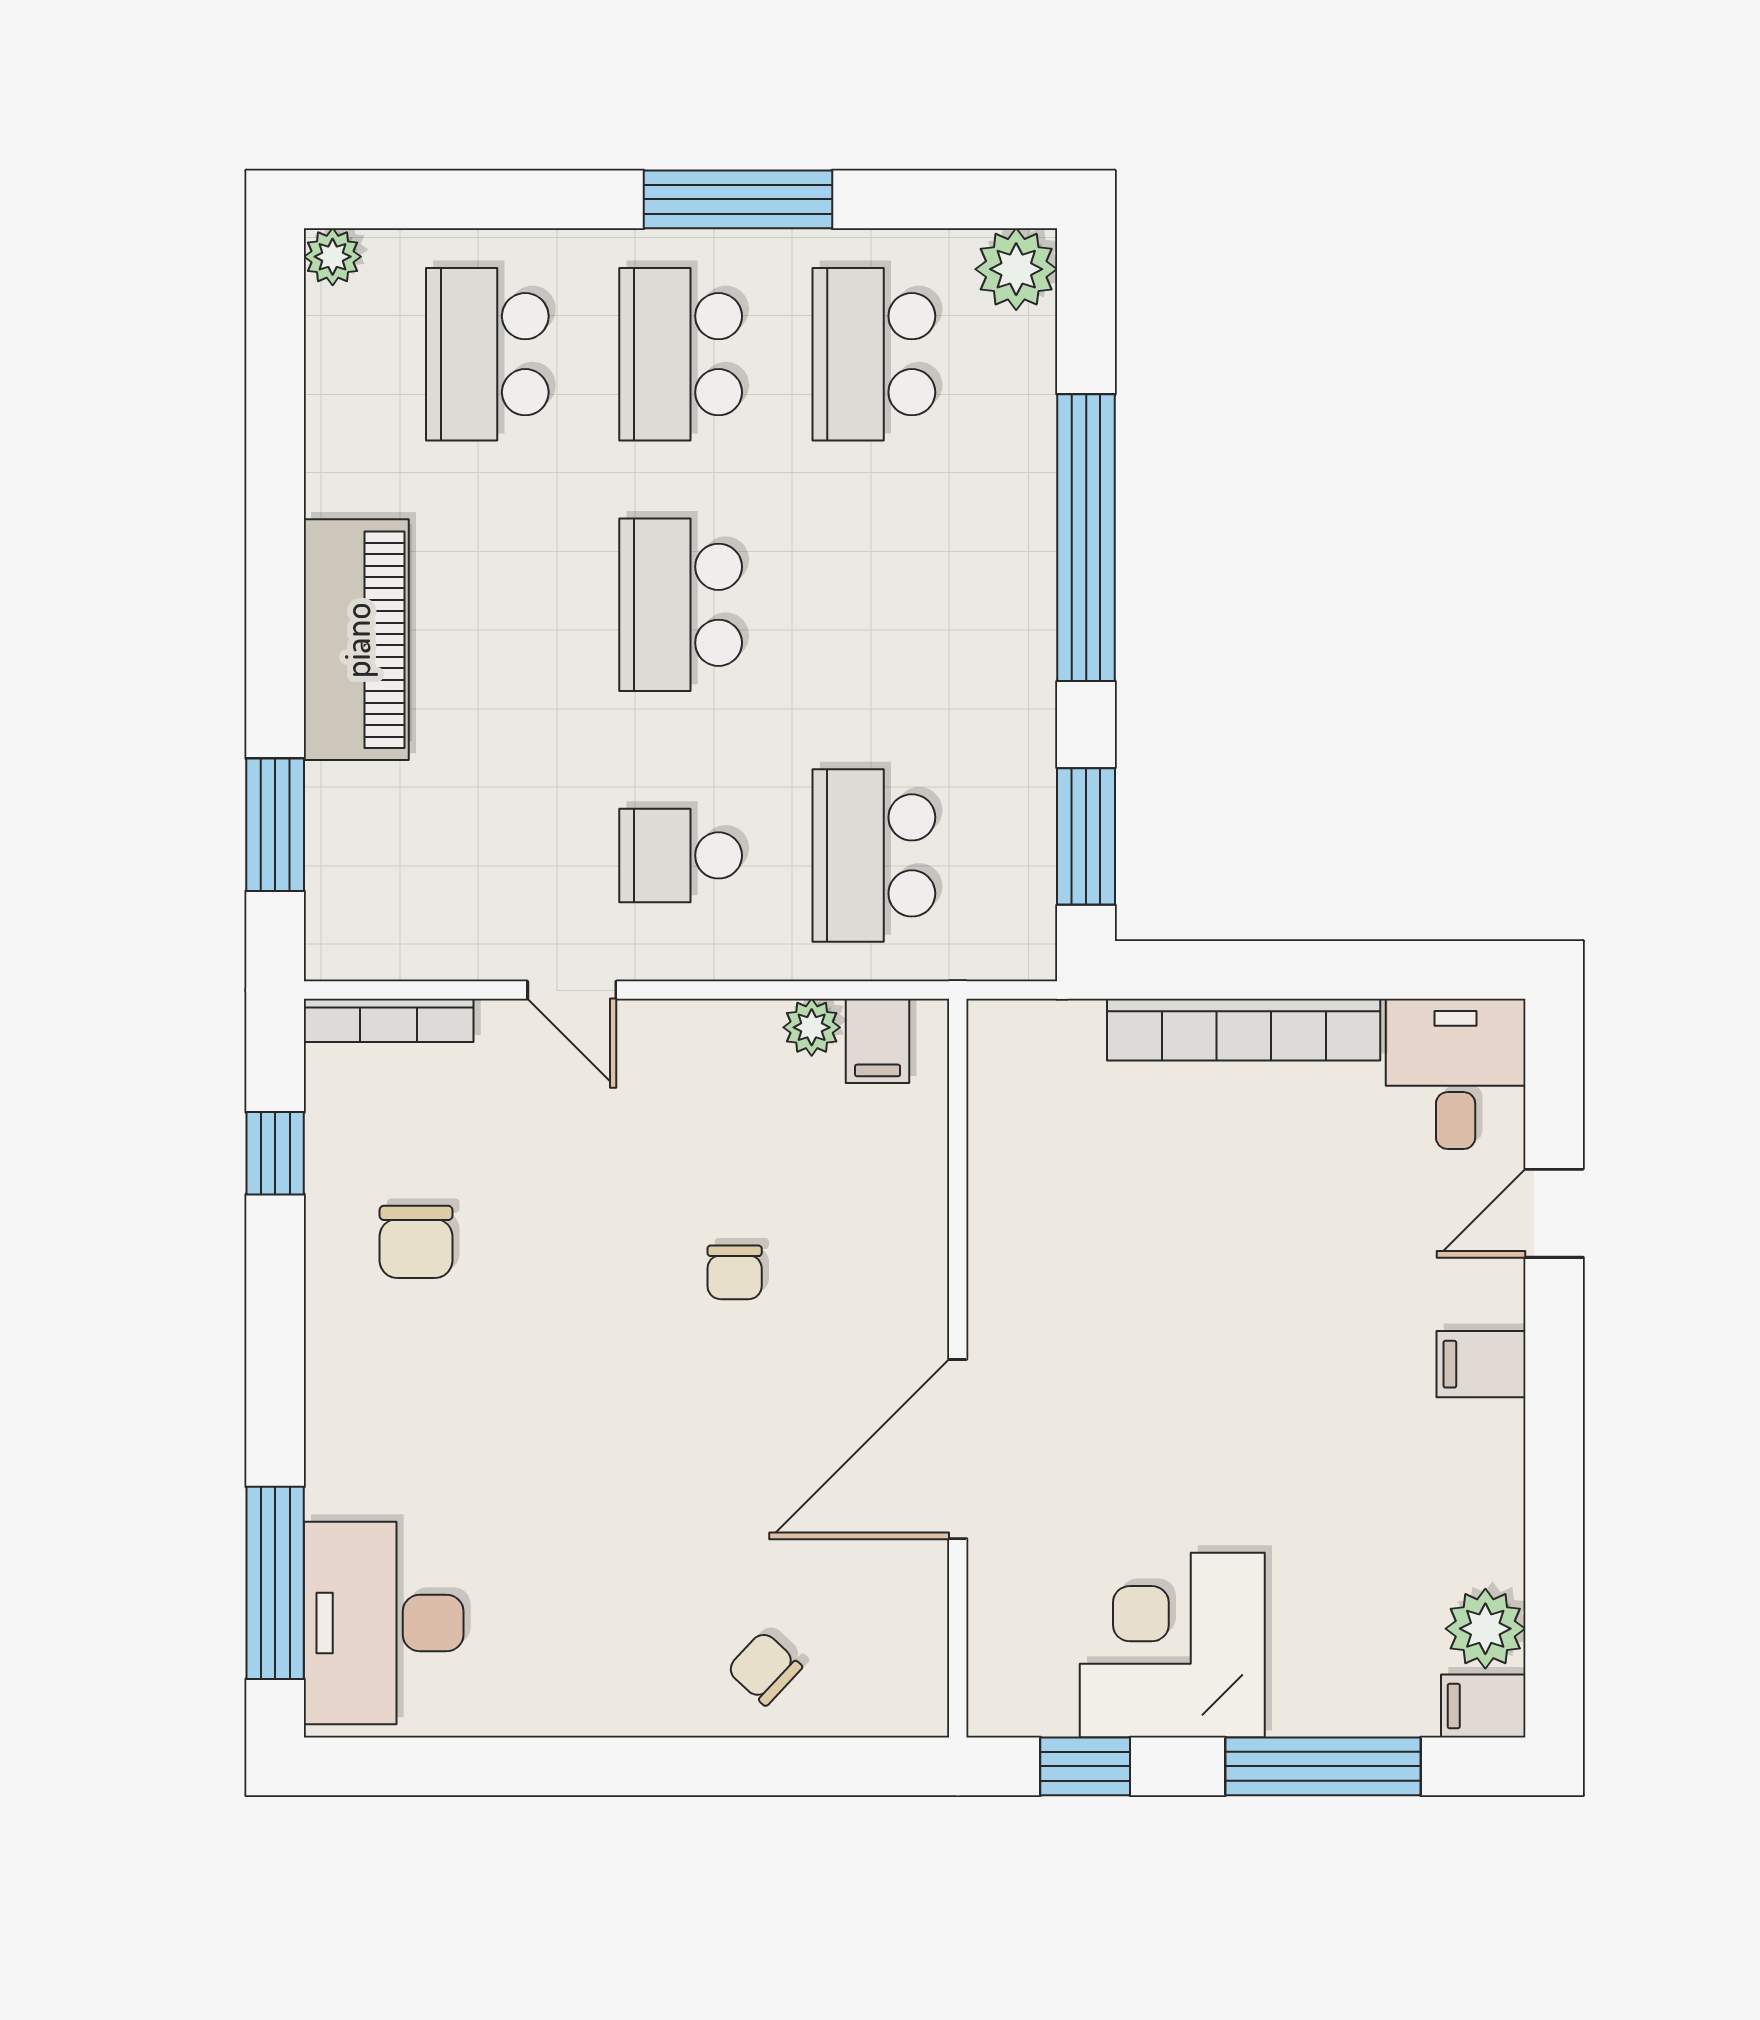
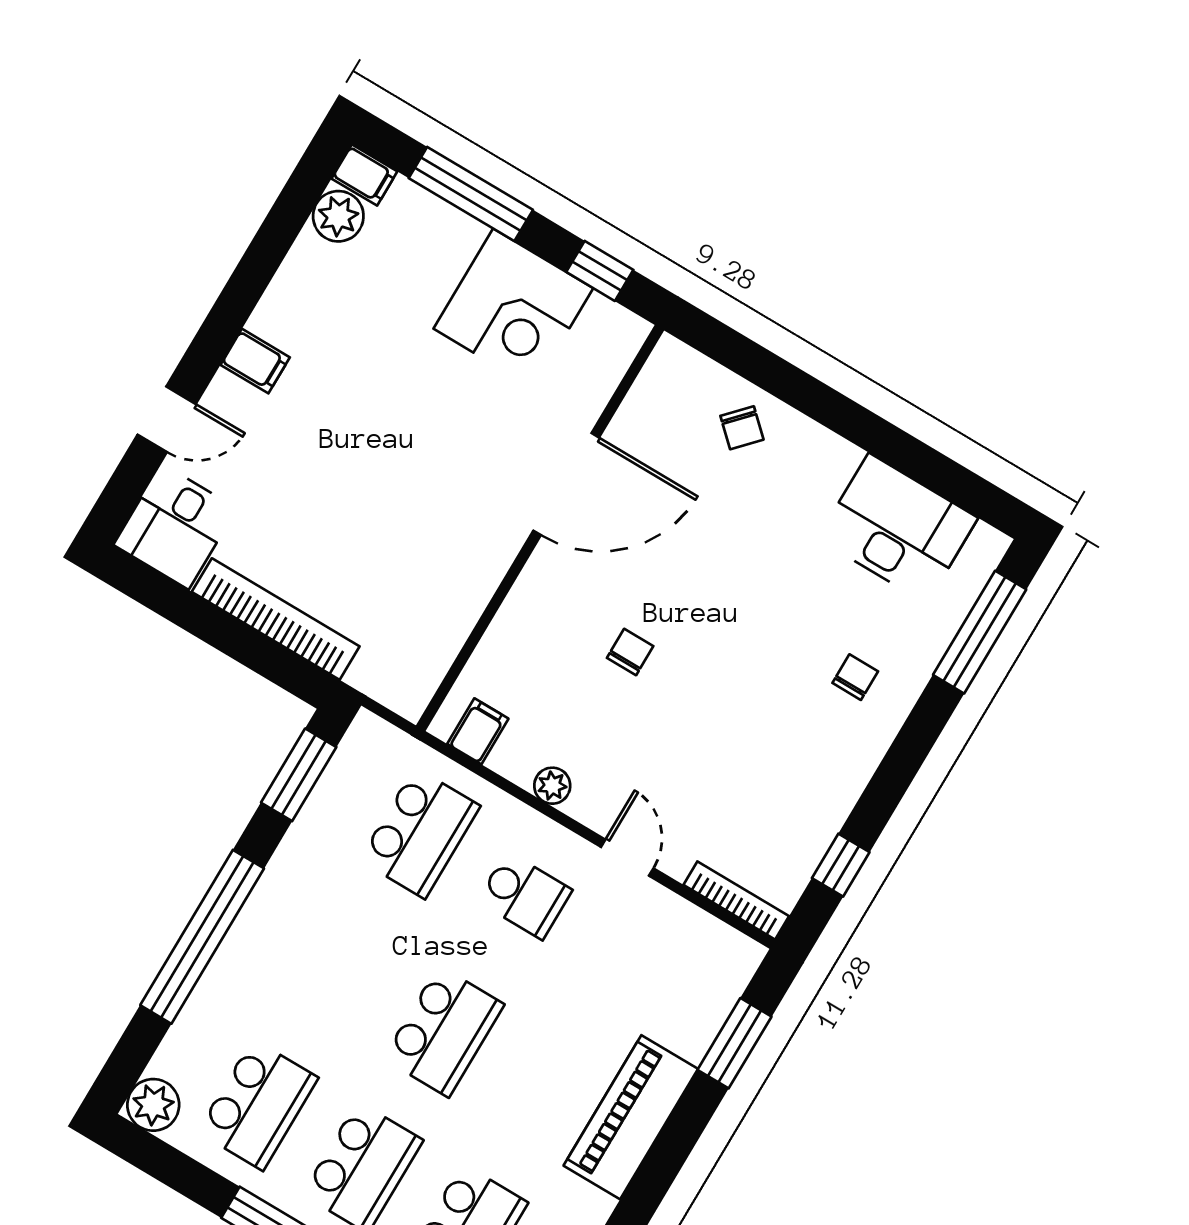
plant: (812, 1027) -> (552, 786), moved
chair: (416, 1242) -> (855, 677), moved, width x0.73, depth x0.73
desk: (384, 1623) -> (898, 528), moved, turned -90

